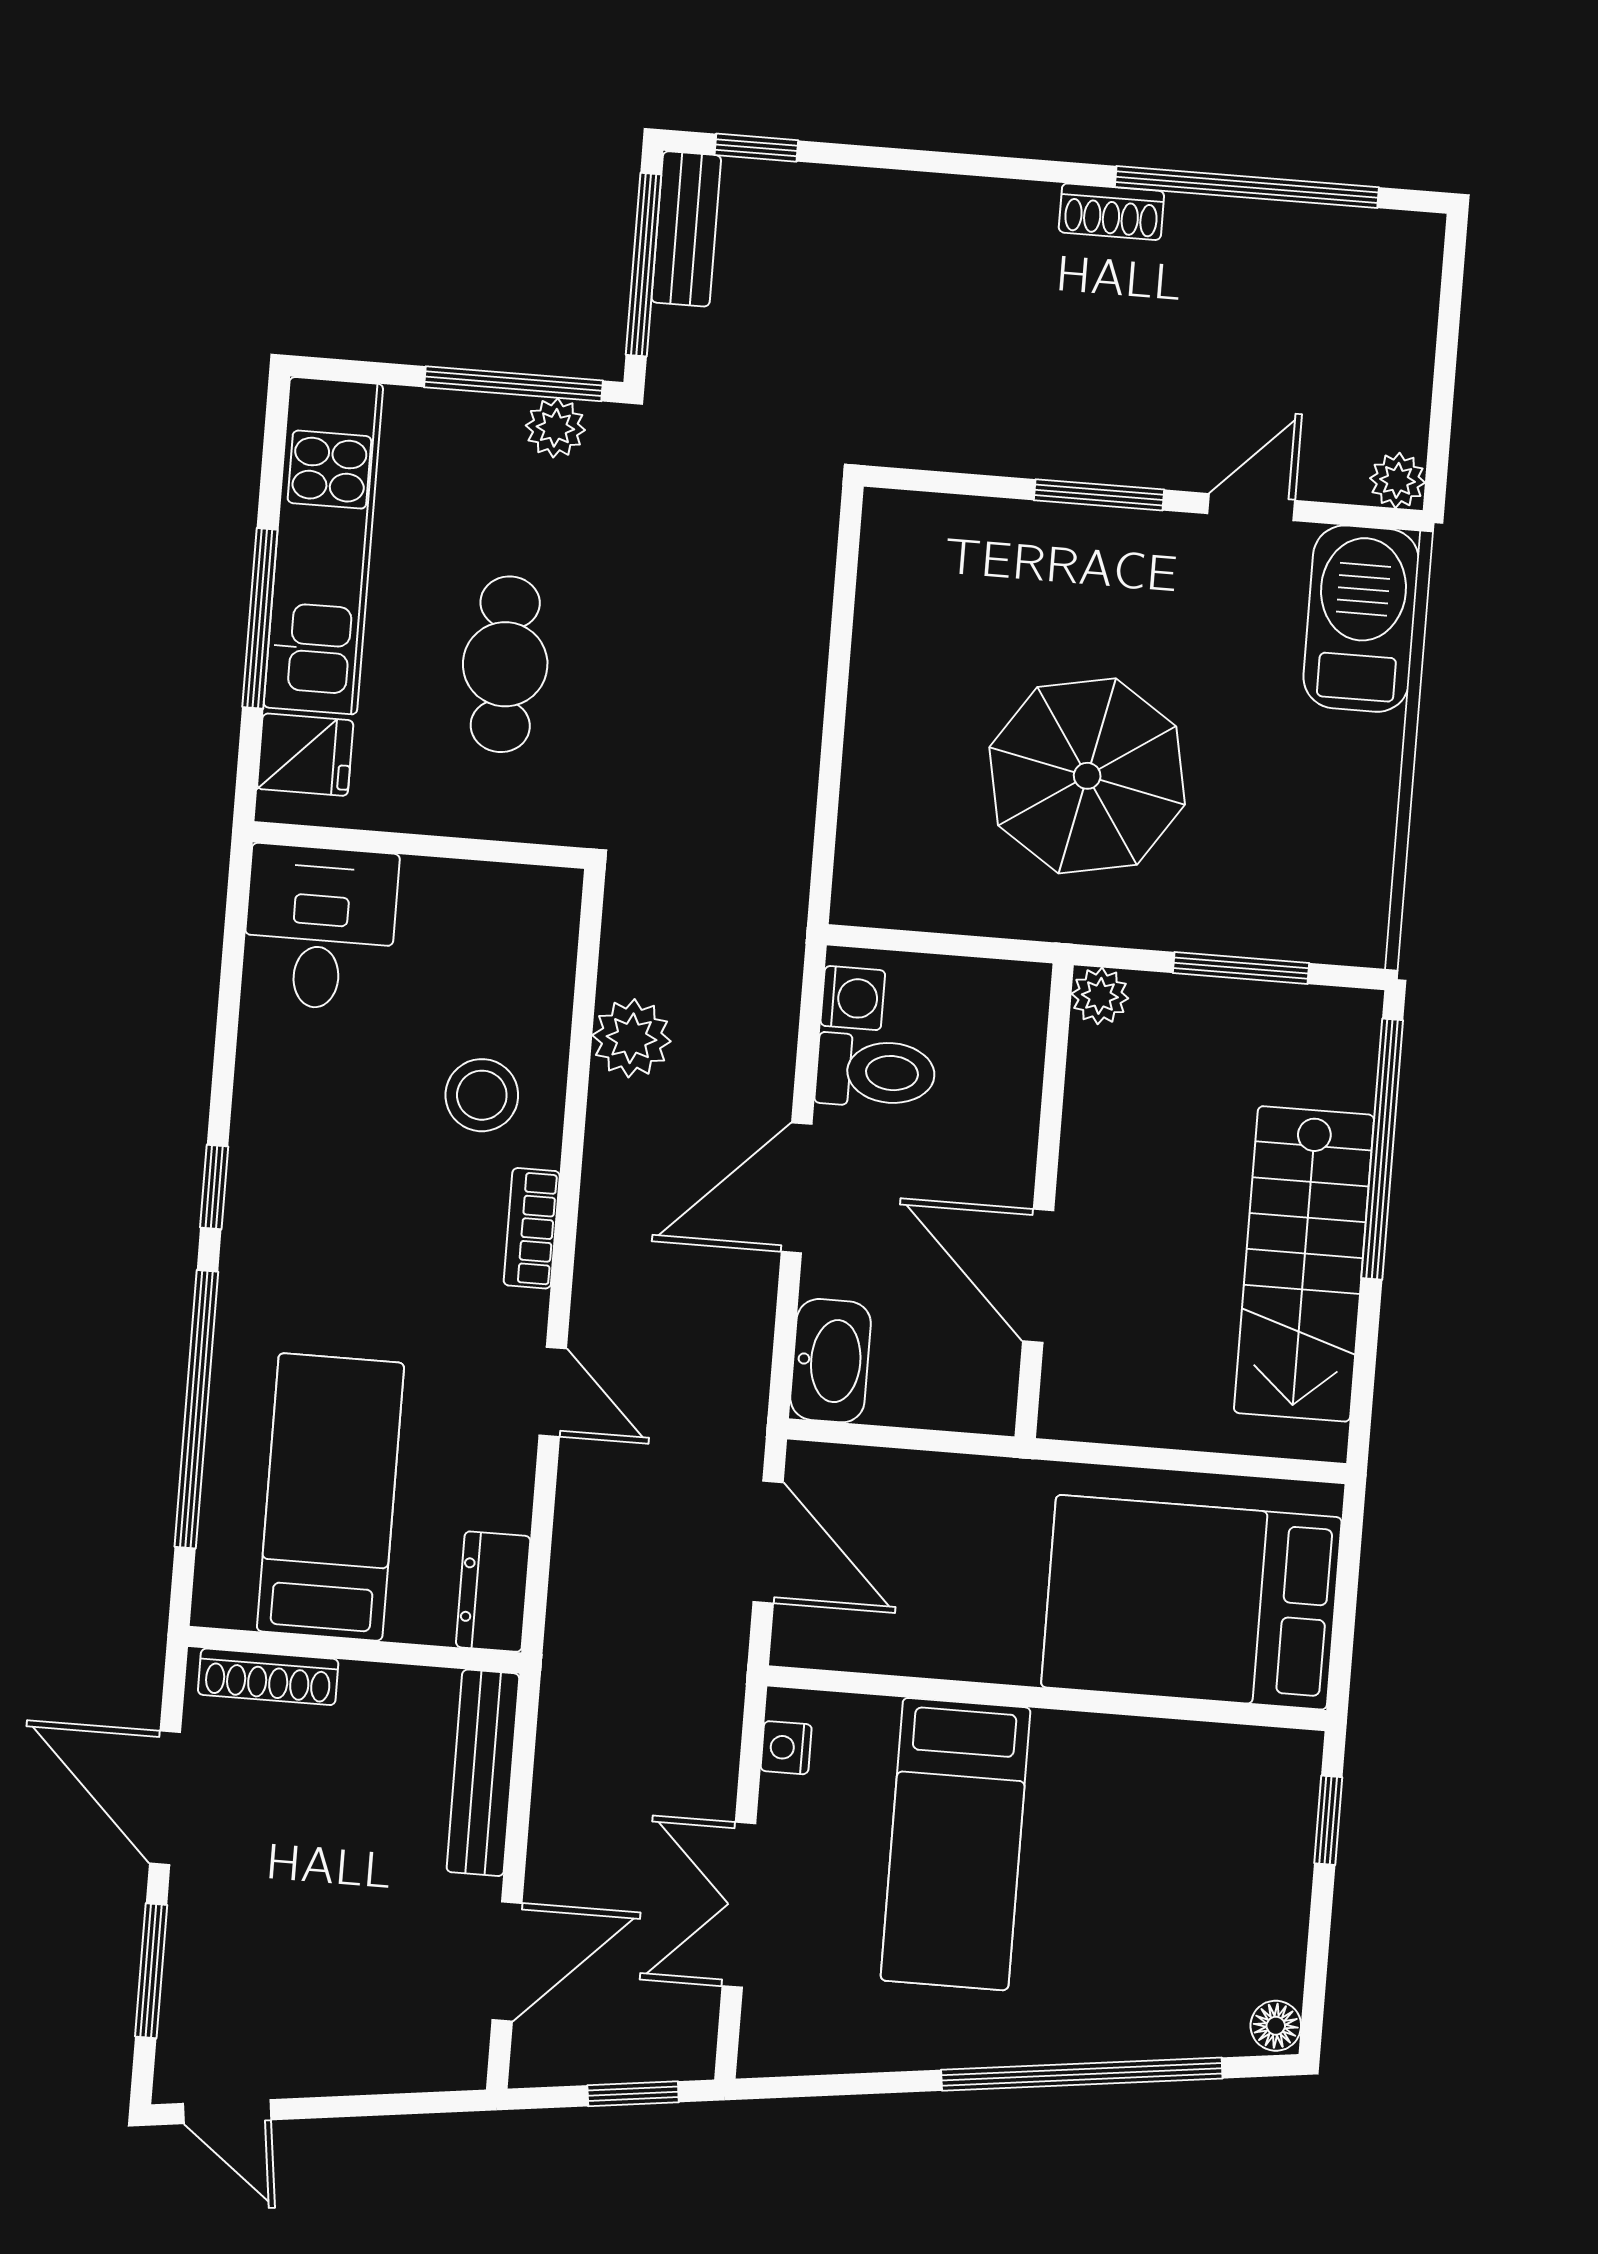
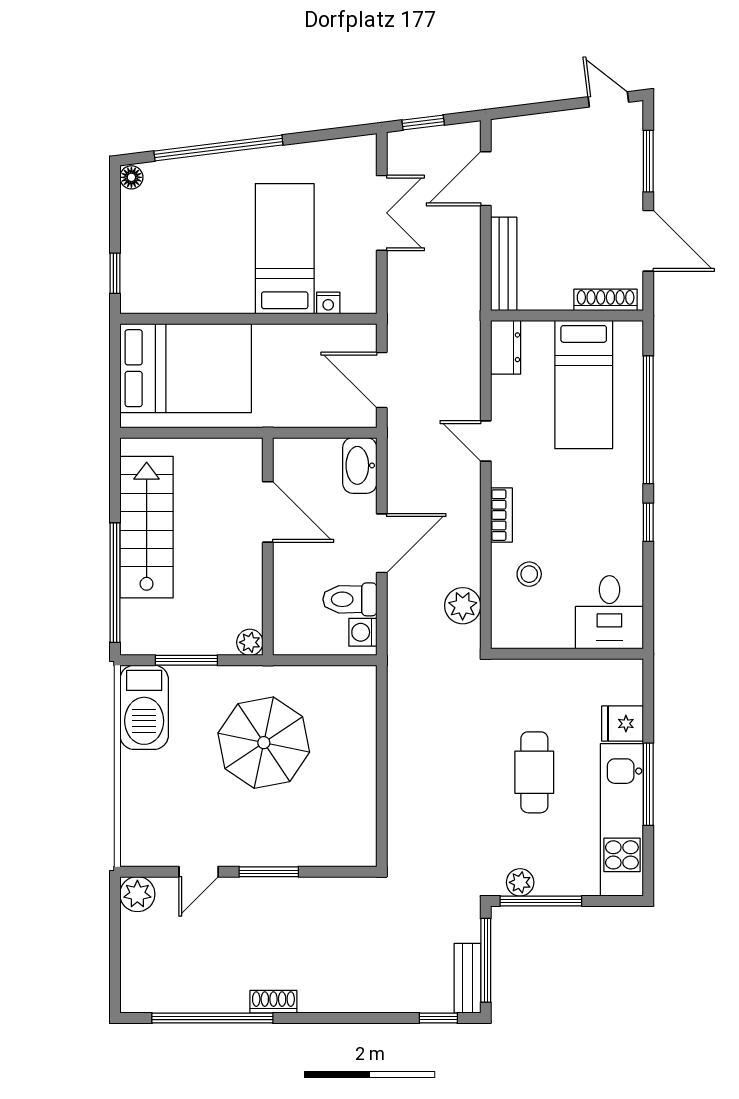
plant: (1398, 480) -> (137, 894), width x1.38, depth x1.38
barbecue: (1361, 619) -> (144, 707), moved
wall: (419, 845) -> (567, 654), moved
desk: (320, 928) -> (609, 612), moved
stool: (482, 1095) -> (529, 574), width x0.73, depth x0.73
nightstand: (786, 1748) -> (328, 303), moved, turned 90

